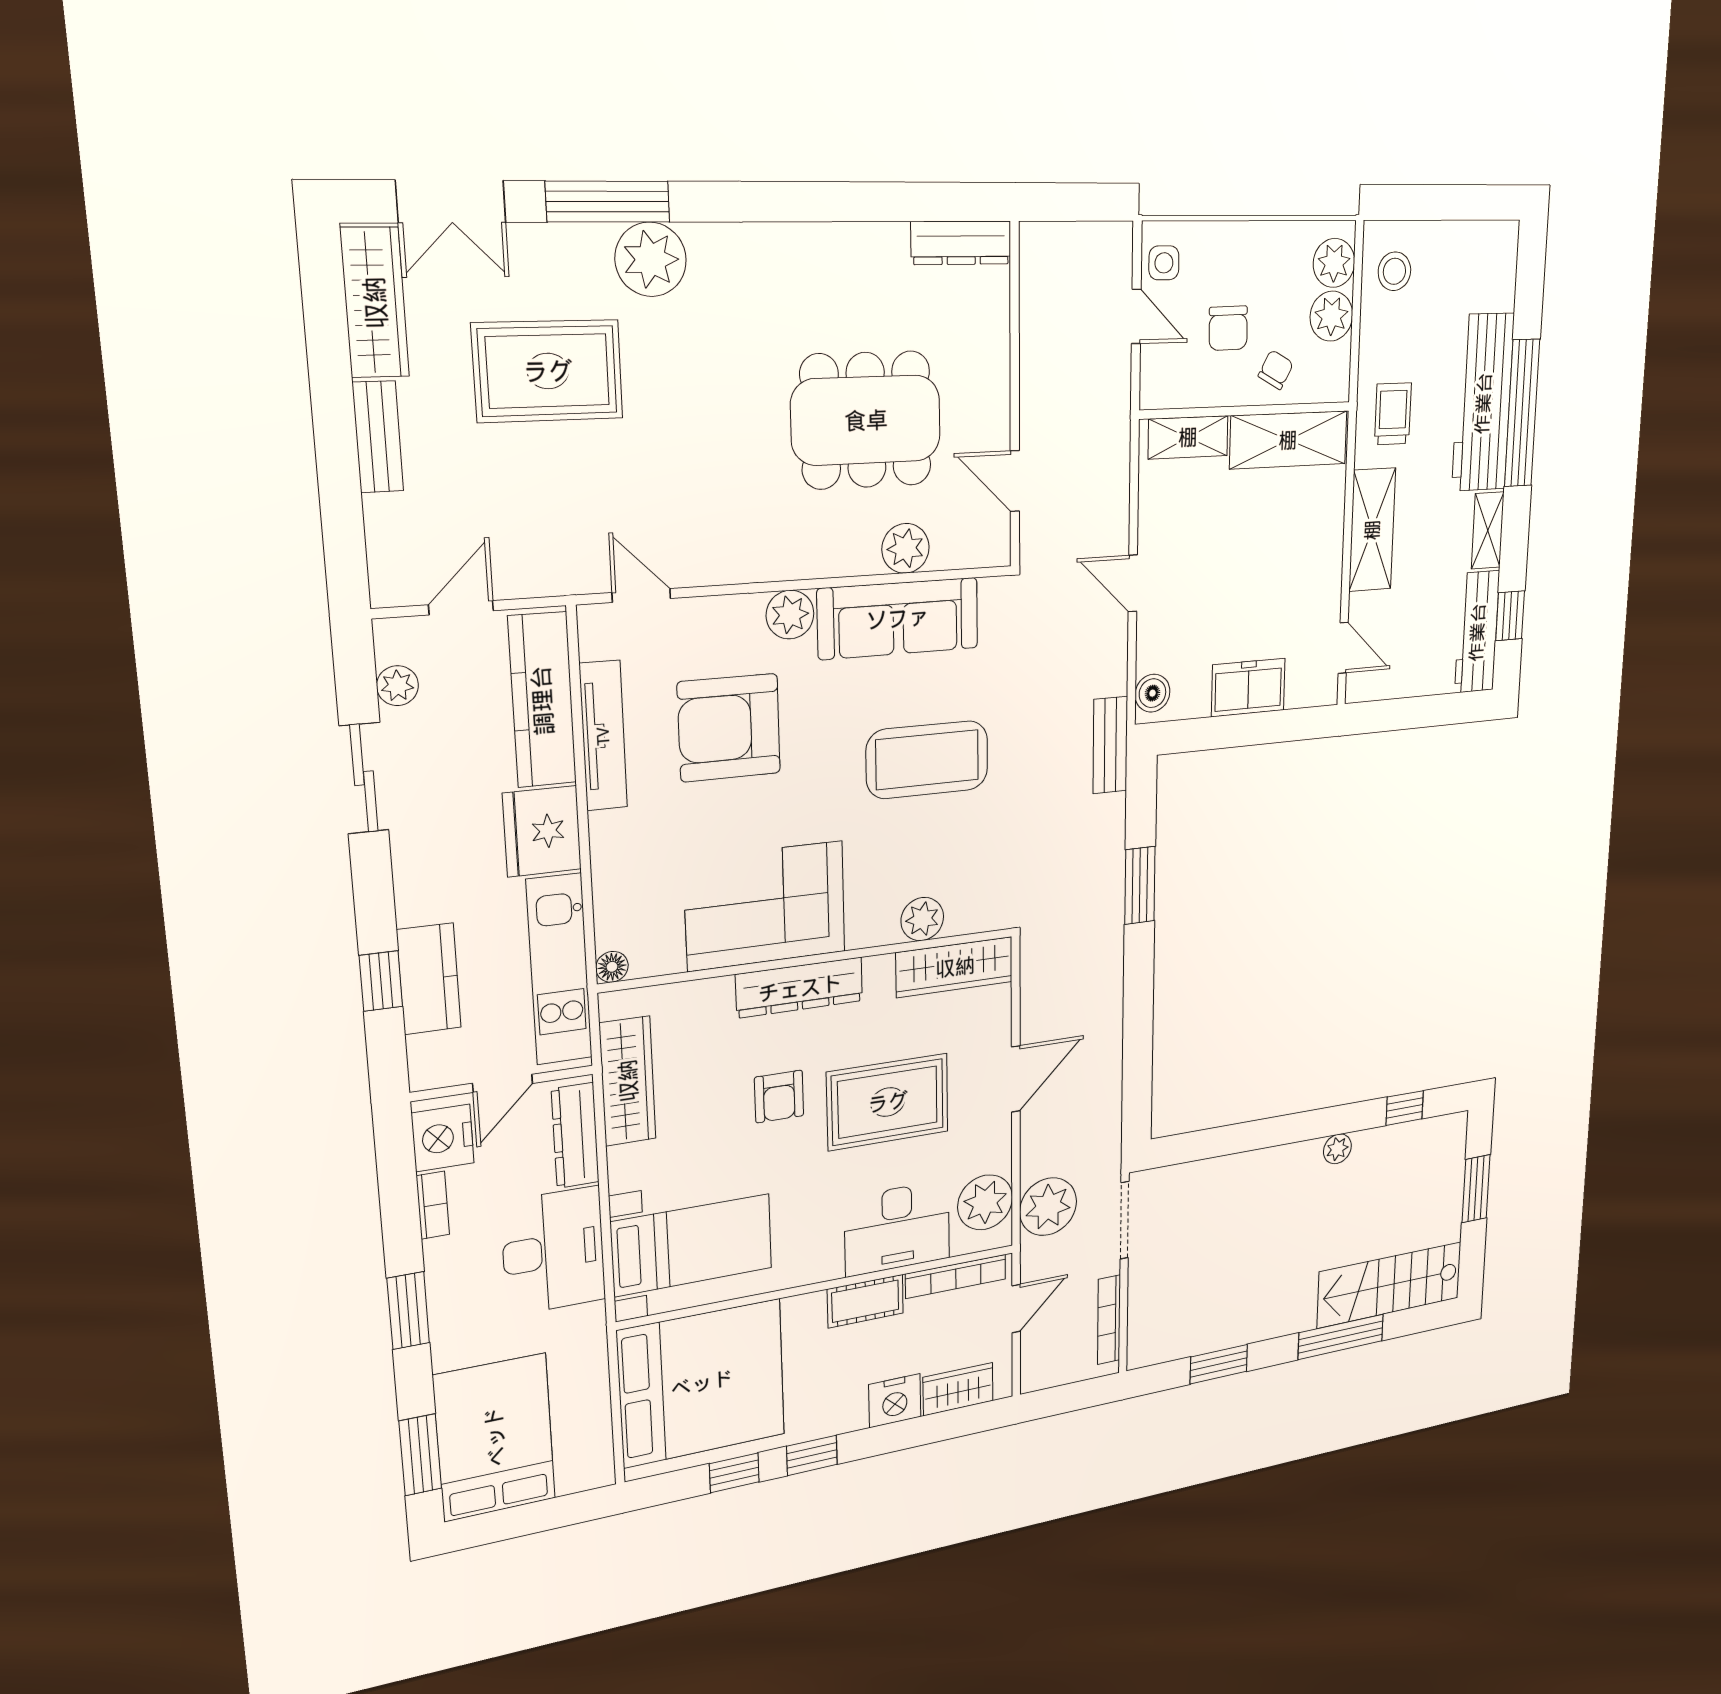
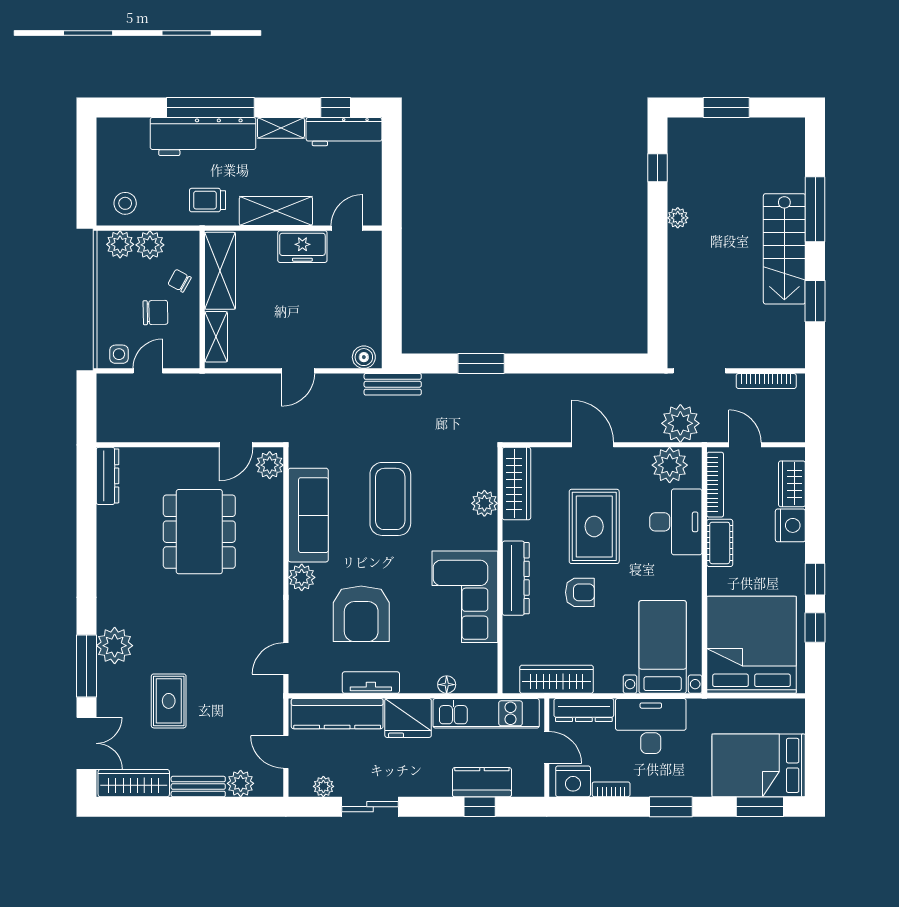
rug: (548, 371) -> (169, 701), width x0.73, depth x0.70
plant: (391, 522) -> (241, 783), added
plant: (905, 548) -> (270, 465), moved
freezer: (1248, 688) -> (302, 247), moved, turned -90
tv unit: (603, 736) -> (371, 683), width x0.71
floor lamp: (612, 967) -> (447, 685), moved
stairs: (1390, 1285) -> (784, 249), moved

